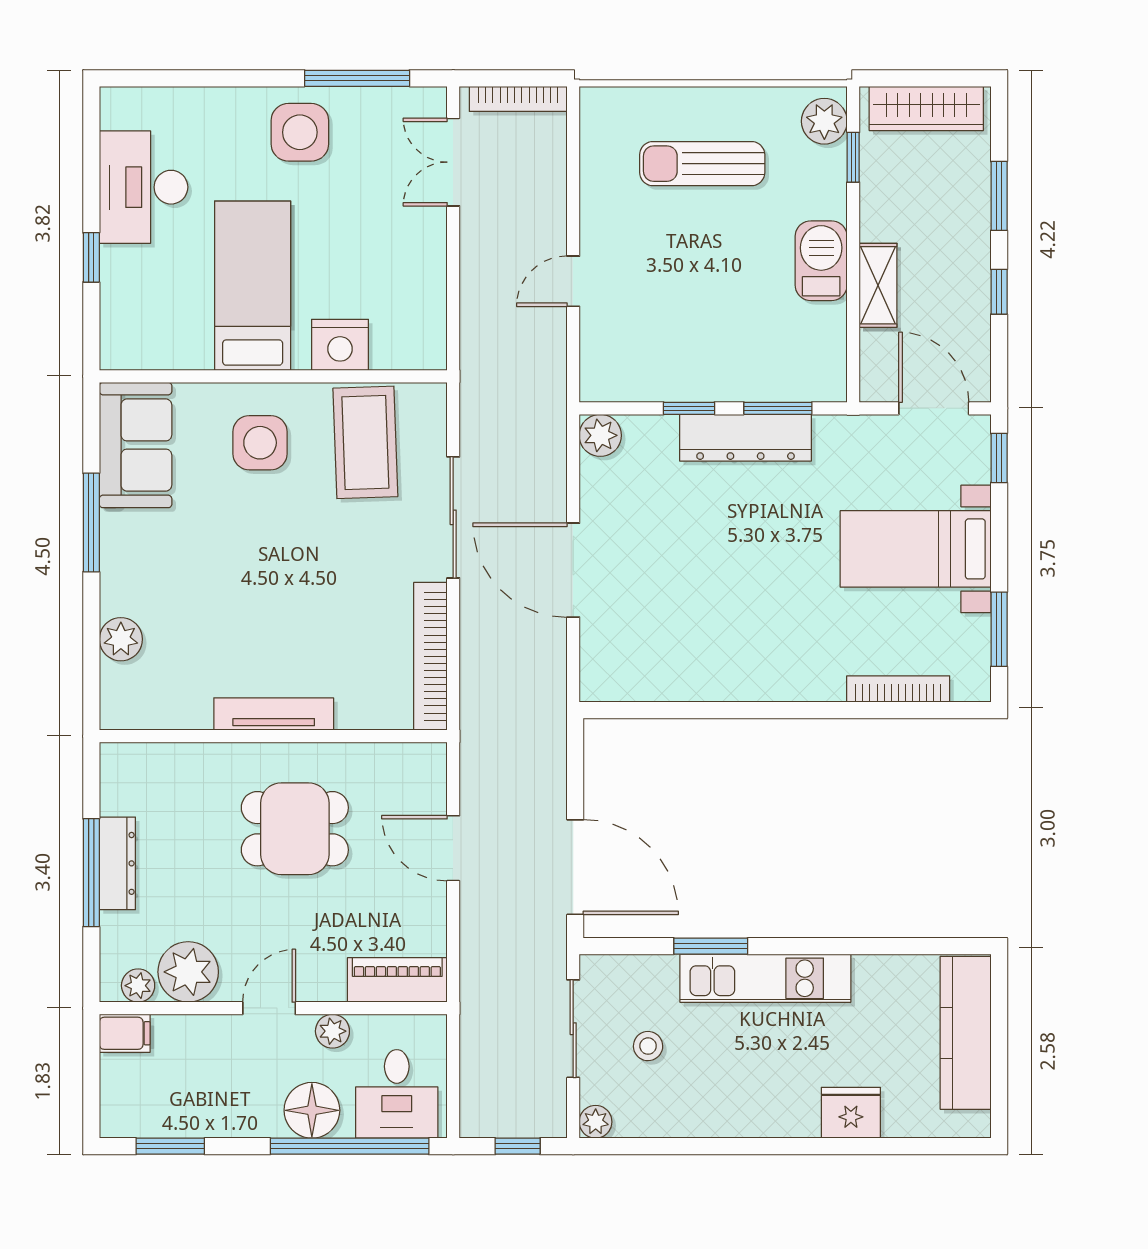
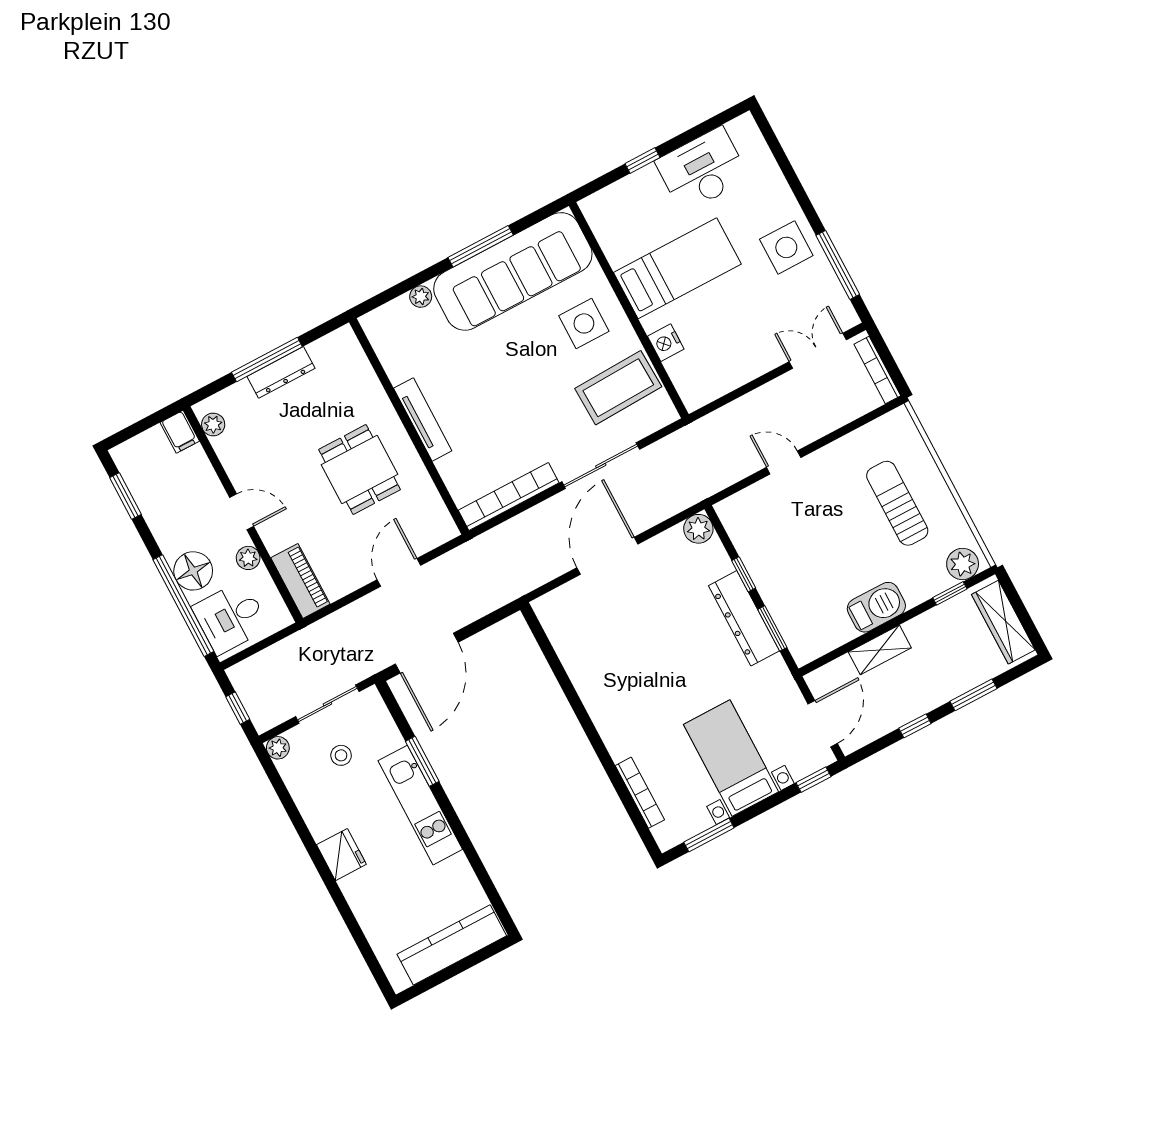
nightstand: (340, 345) -> (666, 343), width x0.74, depth x0.75
sofa: (136, 445) -> (513, 271), width x1.85, depth x1.27
plant: (121, 639) -> (421, 297), width x0.73, depth x0.73
plant: (188, 972) -> (238, 451), removed
fridge: (851, 1113) -> (341, 855), moved

